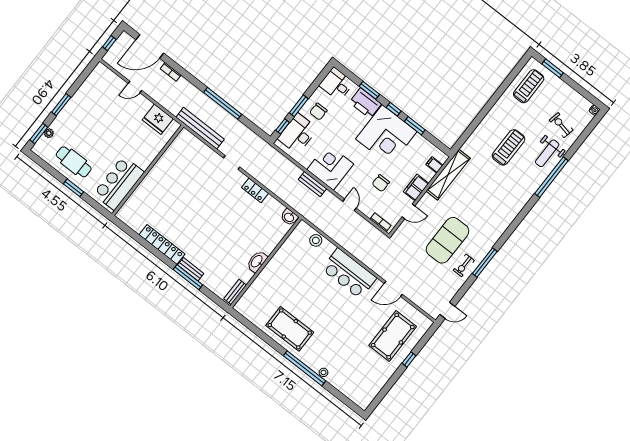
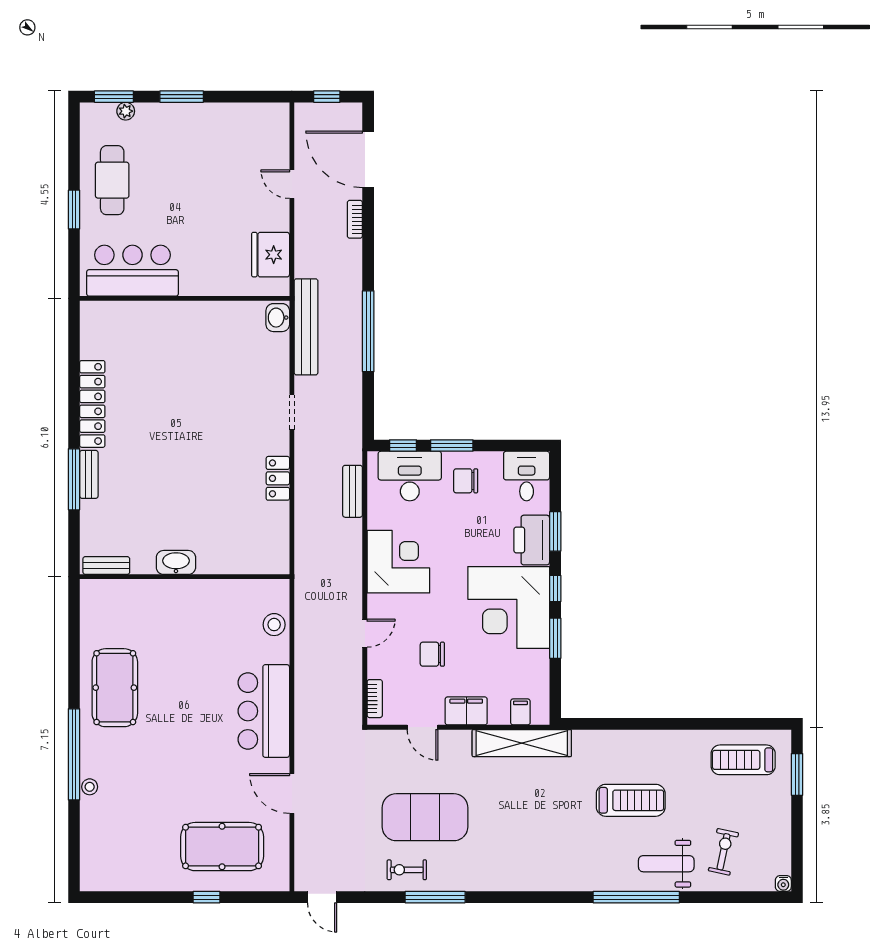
treadmill: (529, 86) -> (743, 760), turned 180
bench: (312, 184) -> (353, 491), moved
washbasin: (289, 217) -> (278, 318), moved

